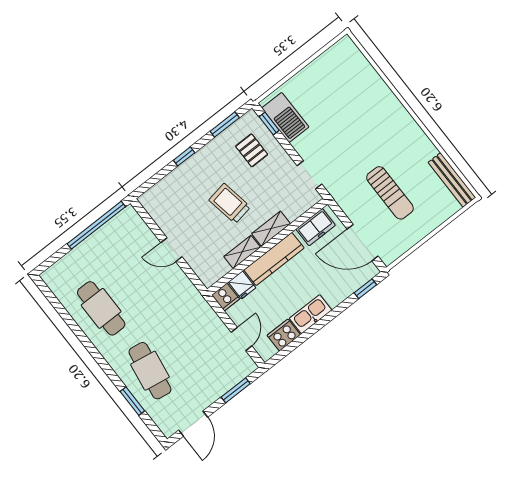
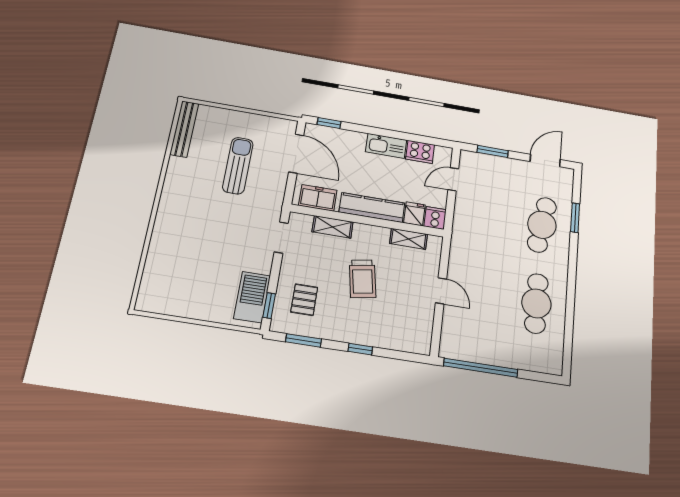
shelving: (271, 229) -> (333, 227), moved
shelving: (242, 252) -> (409, 239), moved

